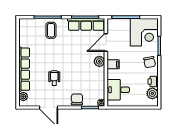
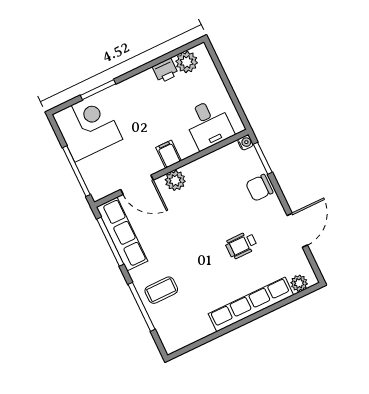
chair: (150, 62) -> (135, 93), removed

